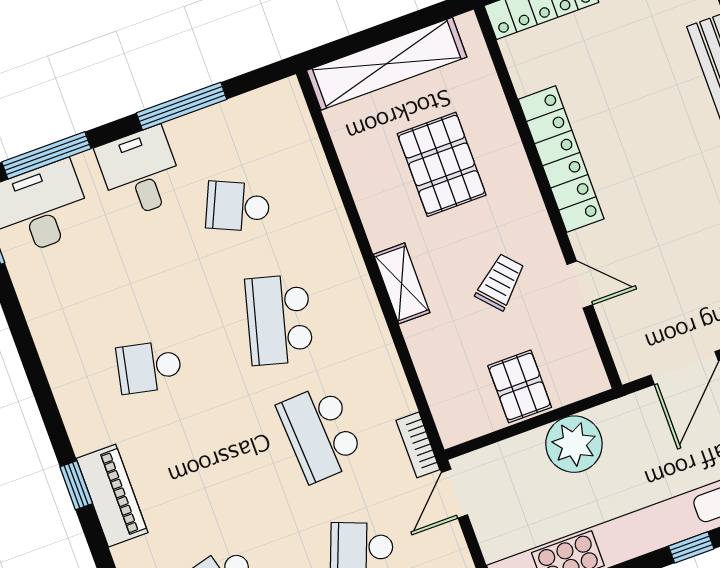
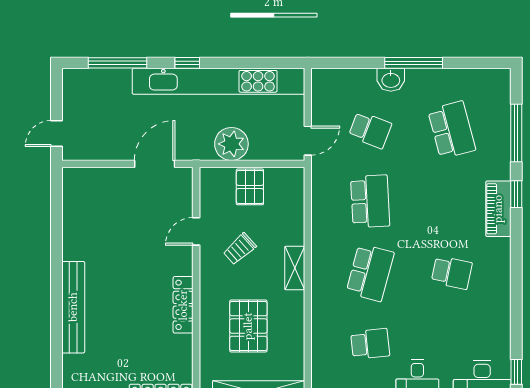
locker: (561, 159) -> (183, 305), width x0.71, depth x0.83
school desk: (238, 206) -> (370, 344), turned -30
door: (580, 285) -> (196, 231), hinge flipped
bookcase: (418, 445) -> (318, 175), removed
window: (76, 485) -> (516, 194), moved

